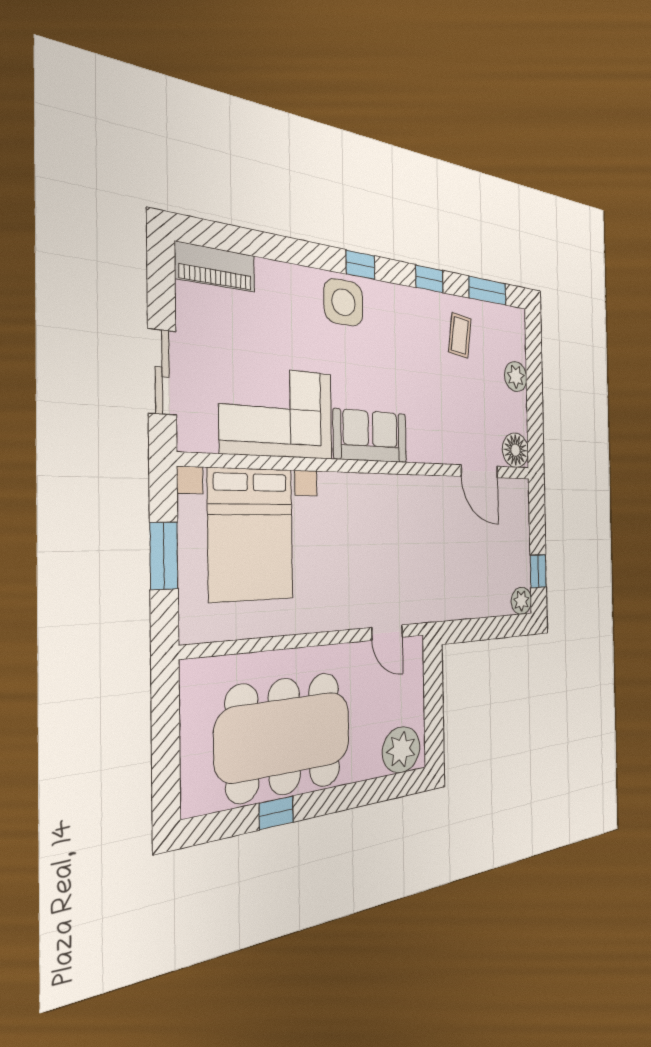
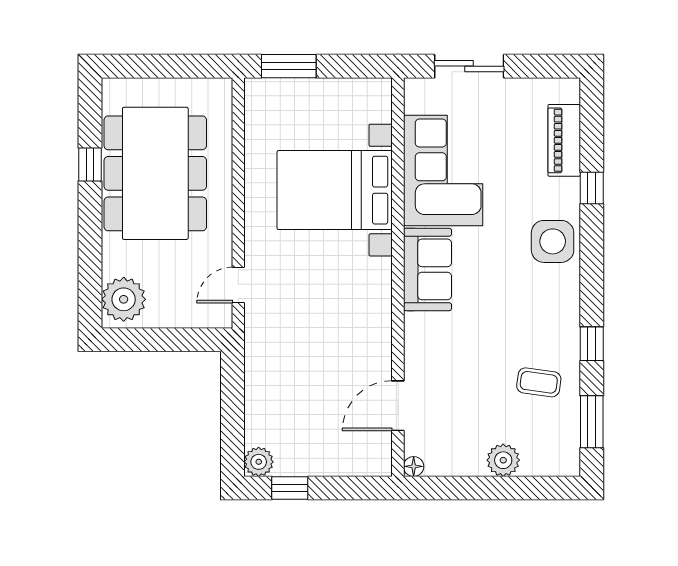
window: (360, 265) -> (592, 188), moved
piano: (215, 267) -> (564, 140), moved
floor lamp: (516, 450) -> (414, 466), width x0.53, depth x0.53
bed with nightstands: (251, 534) -> (335, 190), moved
window: (164, 556) -> (289, 66), moved

